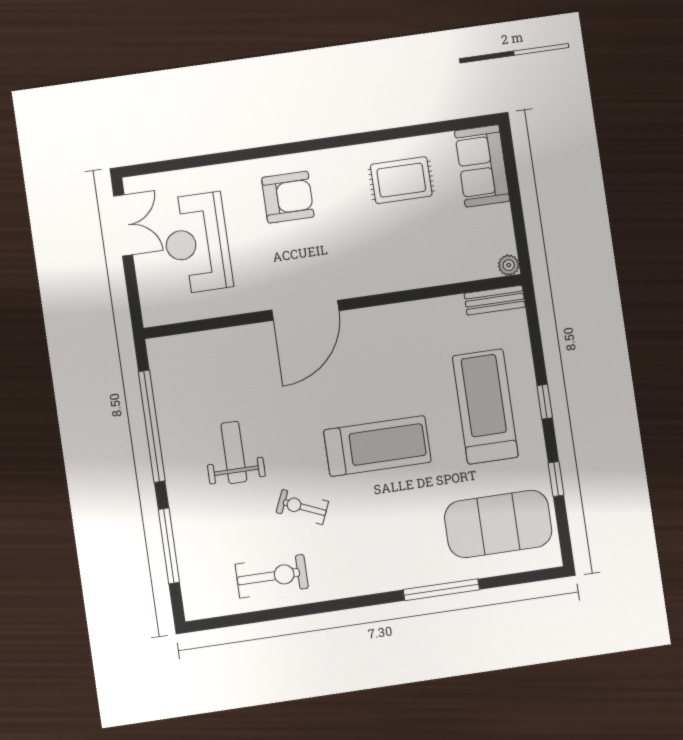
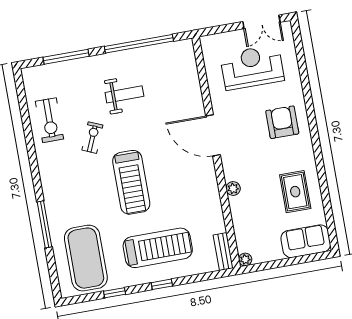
armchair: (288, 197) -> (282, 122), turned 180
plant: (393, 281) -> (233, 189), added

